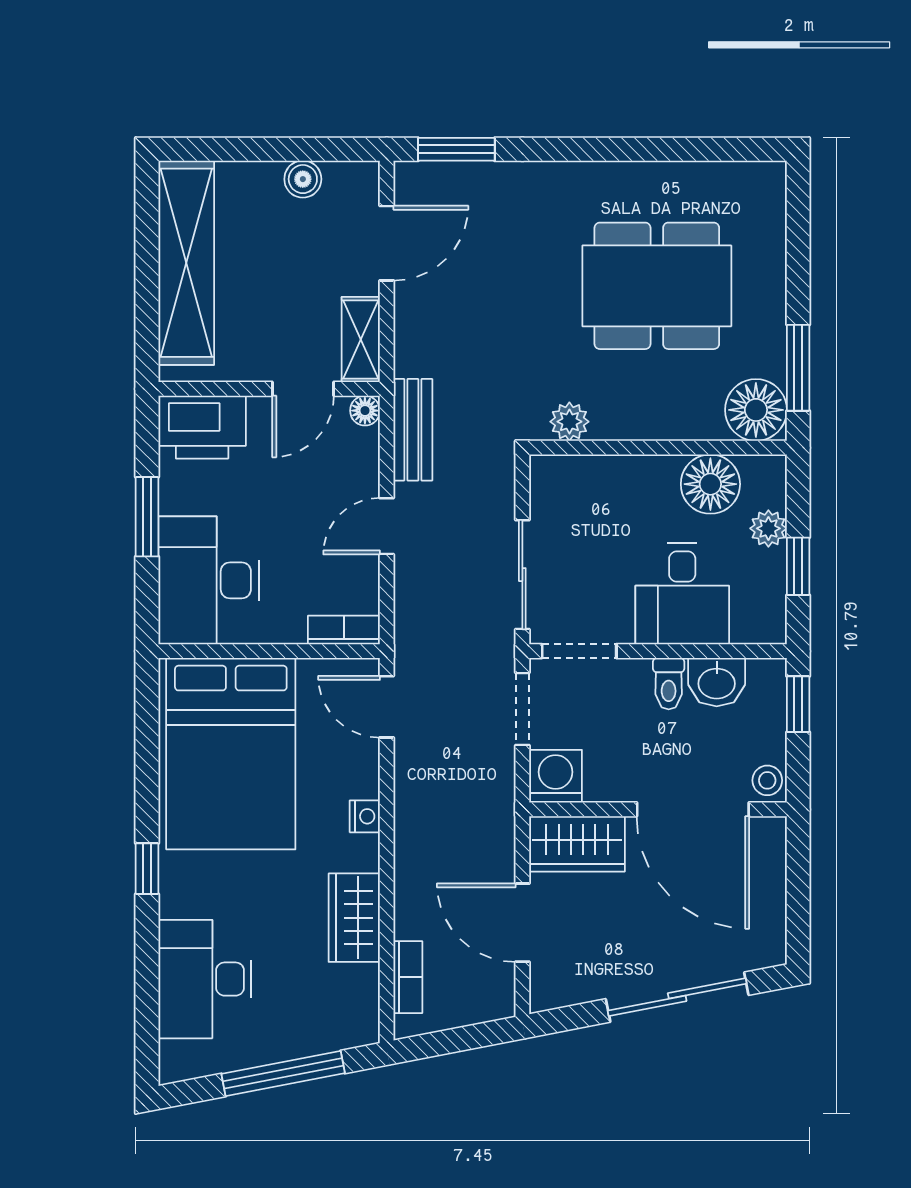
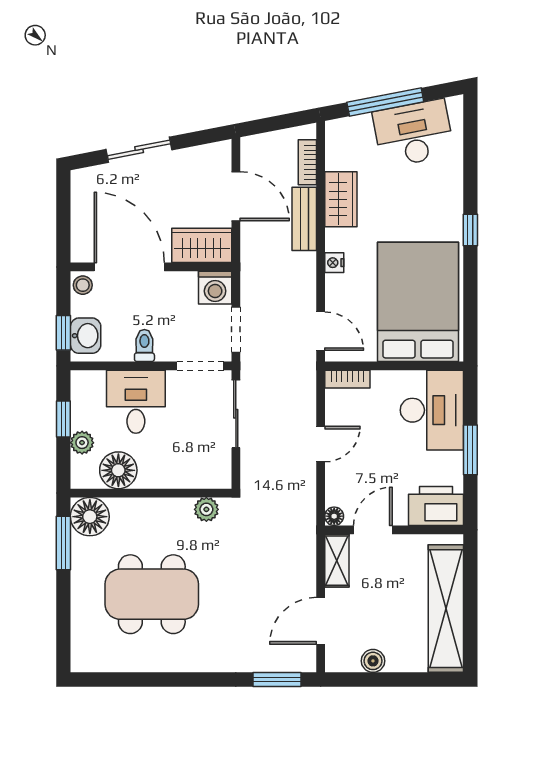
bench: (413, 430) -> (304, 219), moved
washbasin: (717, 682) -> (86, 336), moved, turned 90
desk: (205, 979) -> (413, 133), moved, turned -101
sliding door: (677, 997) -> (139, 150), width x0.73

